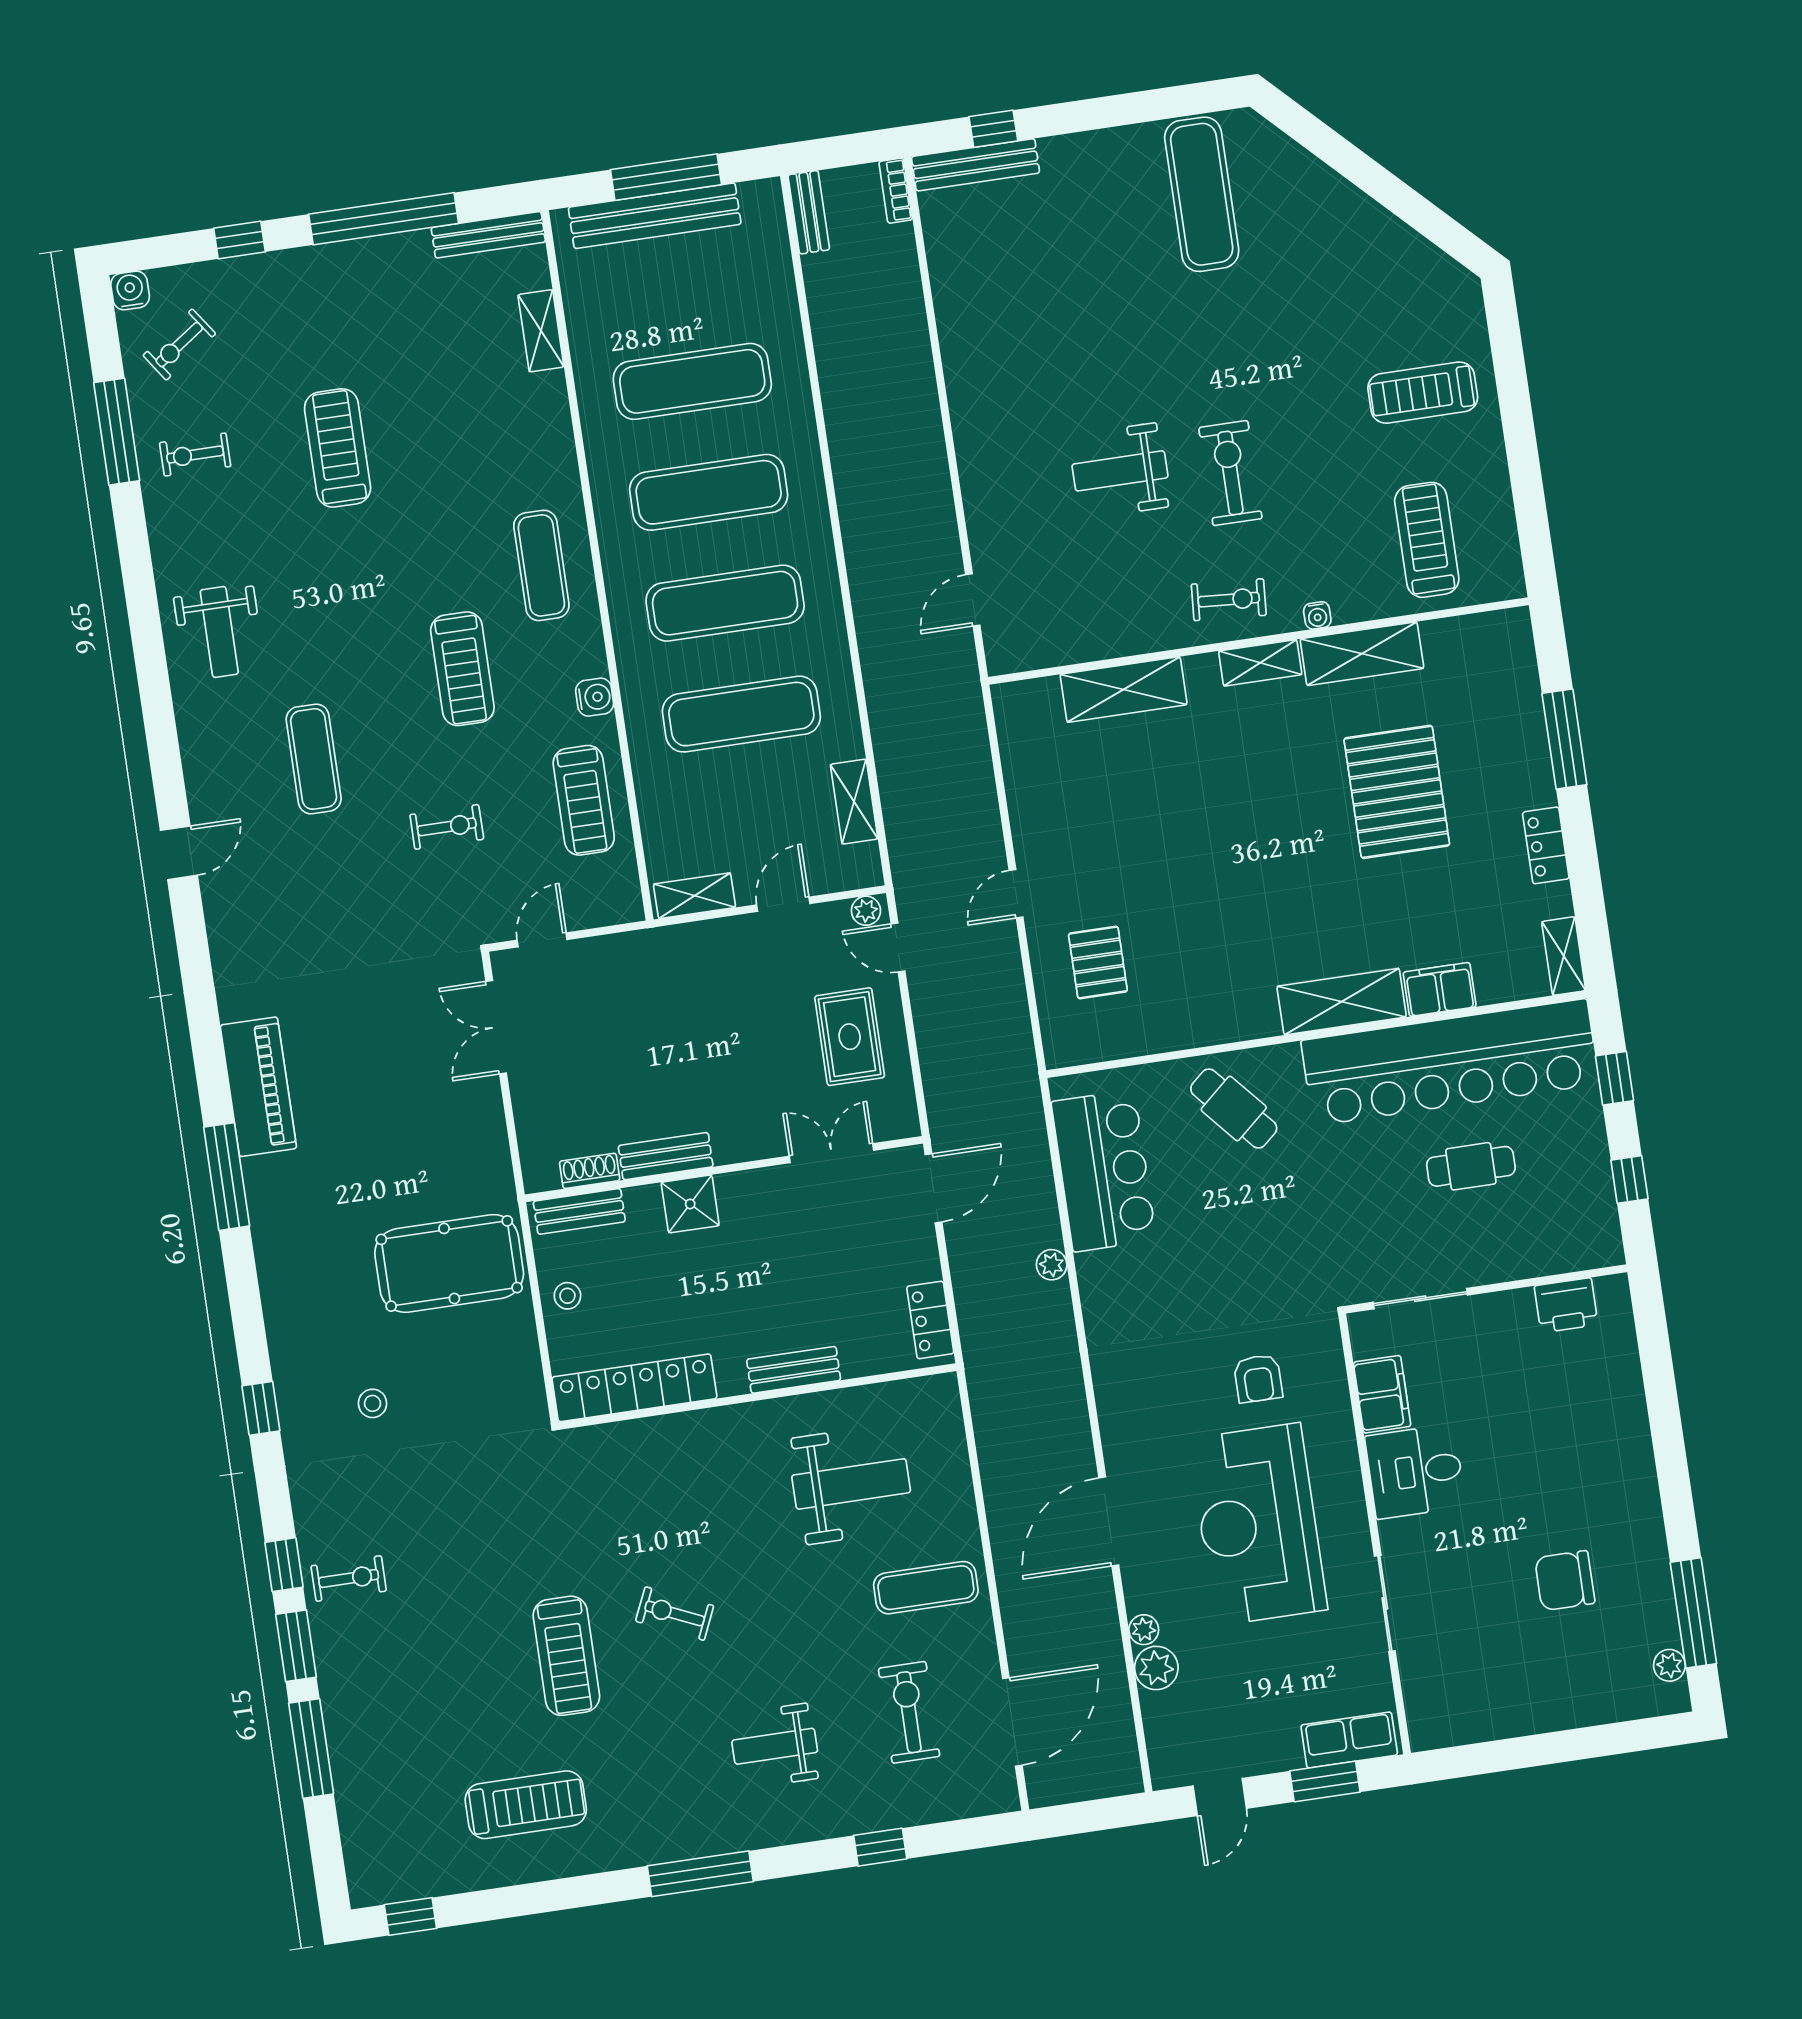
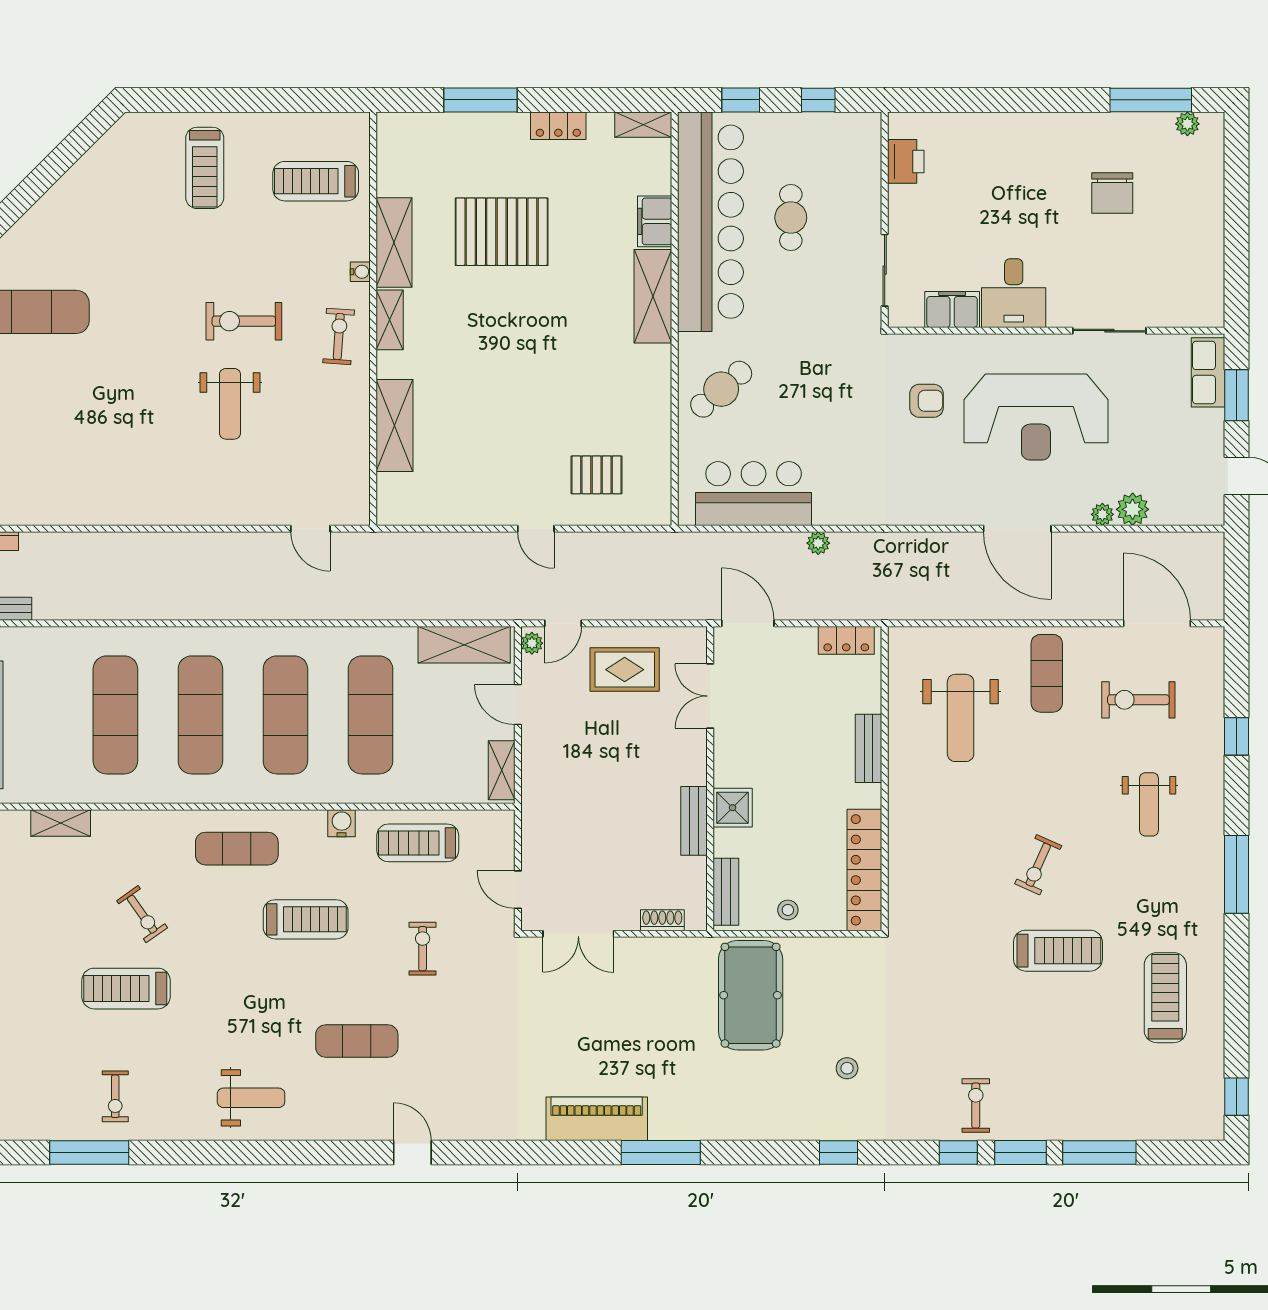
exercise bike: (179, 345) -> (142, 914), moved
treadmill: (584, 800) -> (418, 843), turned 180
shelving: (854, 802) -> (464, 645), width x1.50, depth x1.33
shoe rack: (590, 1171) -> (662, 920), moved, turned 90
weight bench: (851, 1484) -> (961, 718), turned 180

